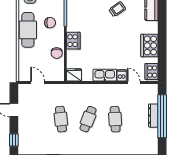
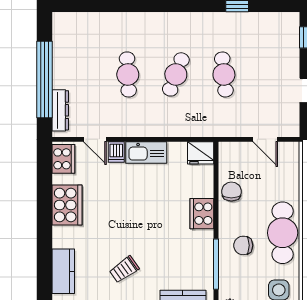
dresser: (153, 116) -> (60, 110), moved

